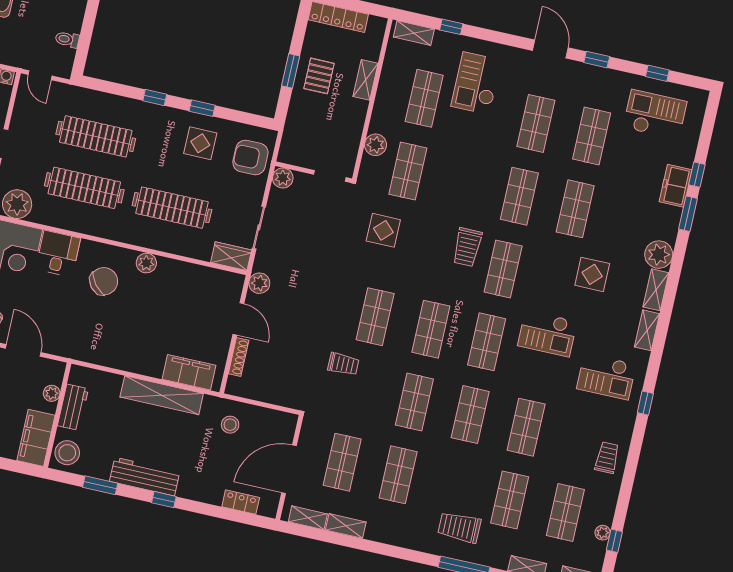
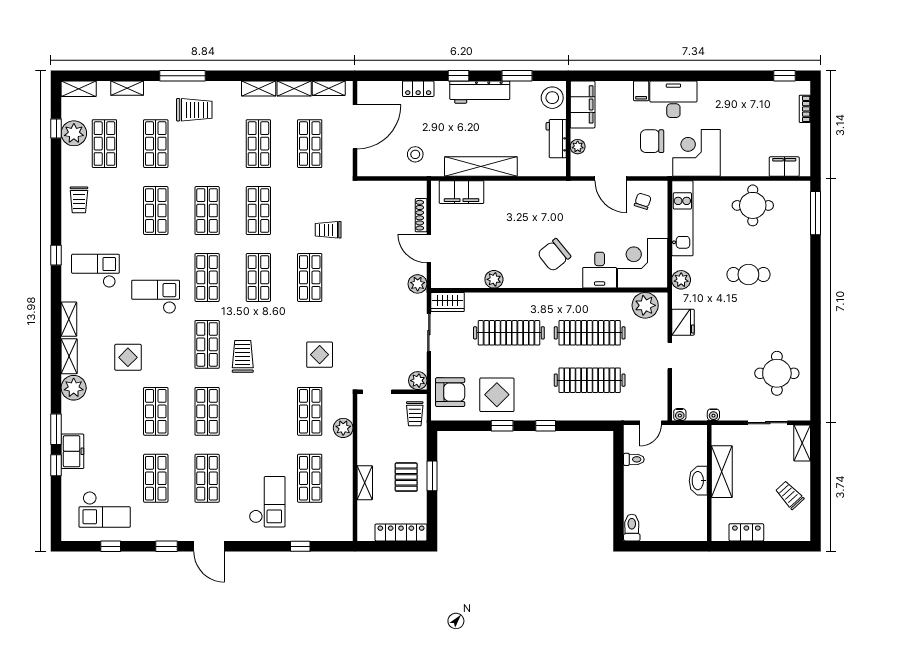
shelving: (414, 33) -> (259, 89), moved
door: (40, 75) -> (651, 423), swing flipped
display table: (200, 143) -> (497, 395), width x1.36, depth x1.36
trolley: (294, 143) -> (415, 414), added
plant: (146, 263) -> (494, 279), moved
locker: (241, 502) -> (418, 89), moved
plant: (603, 533) -> (74, 133), width x1.87, depth x1.87

